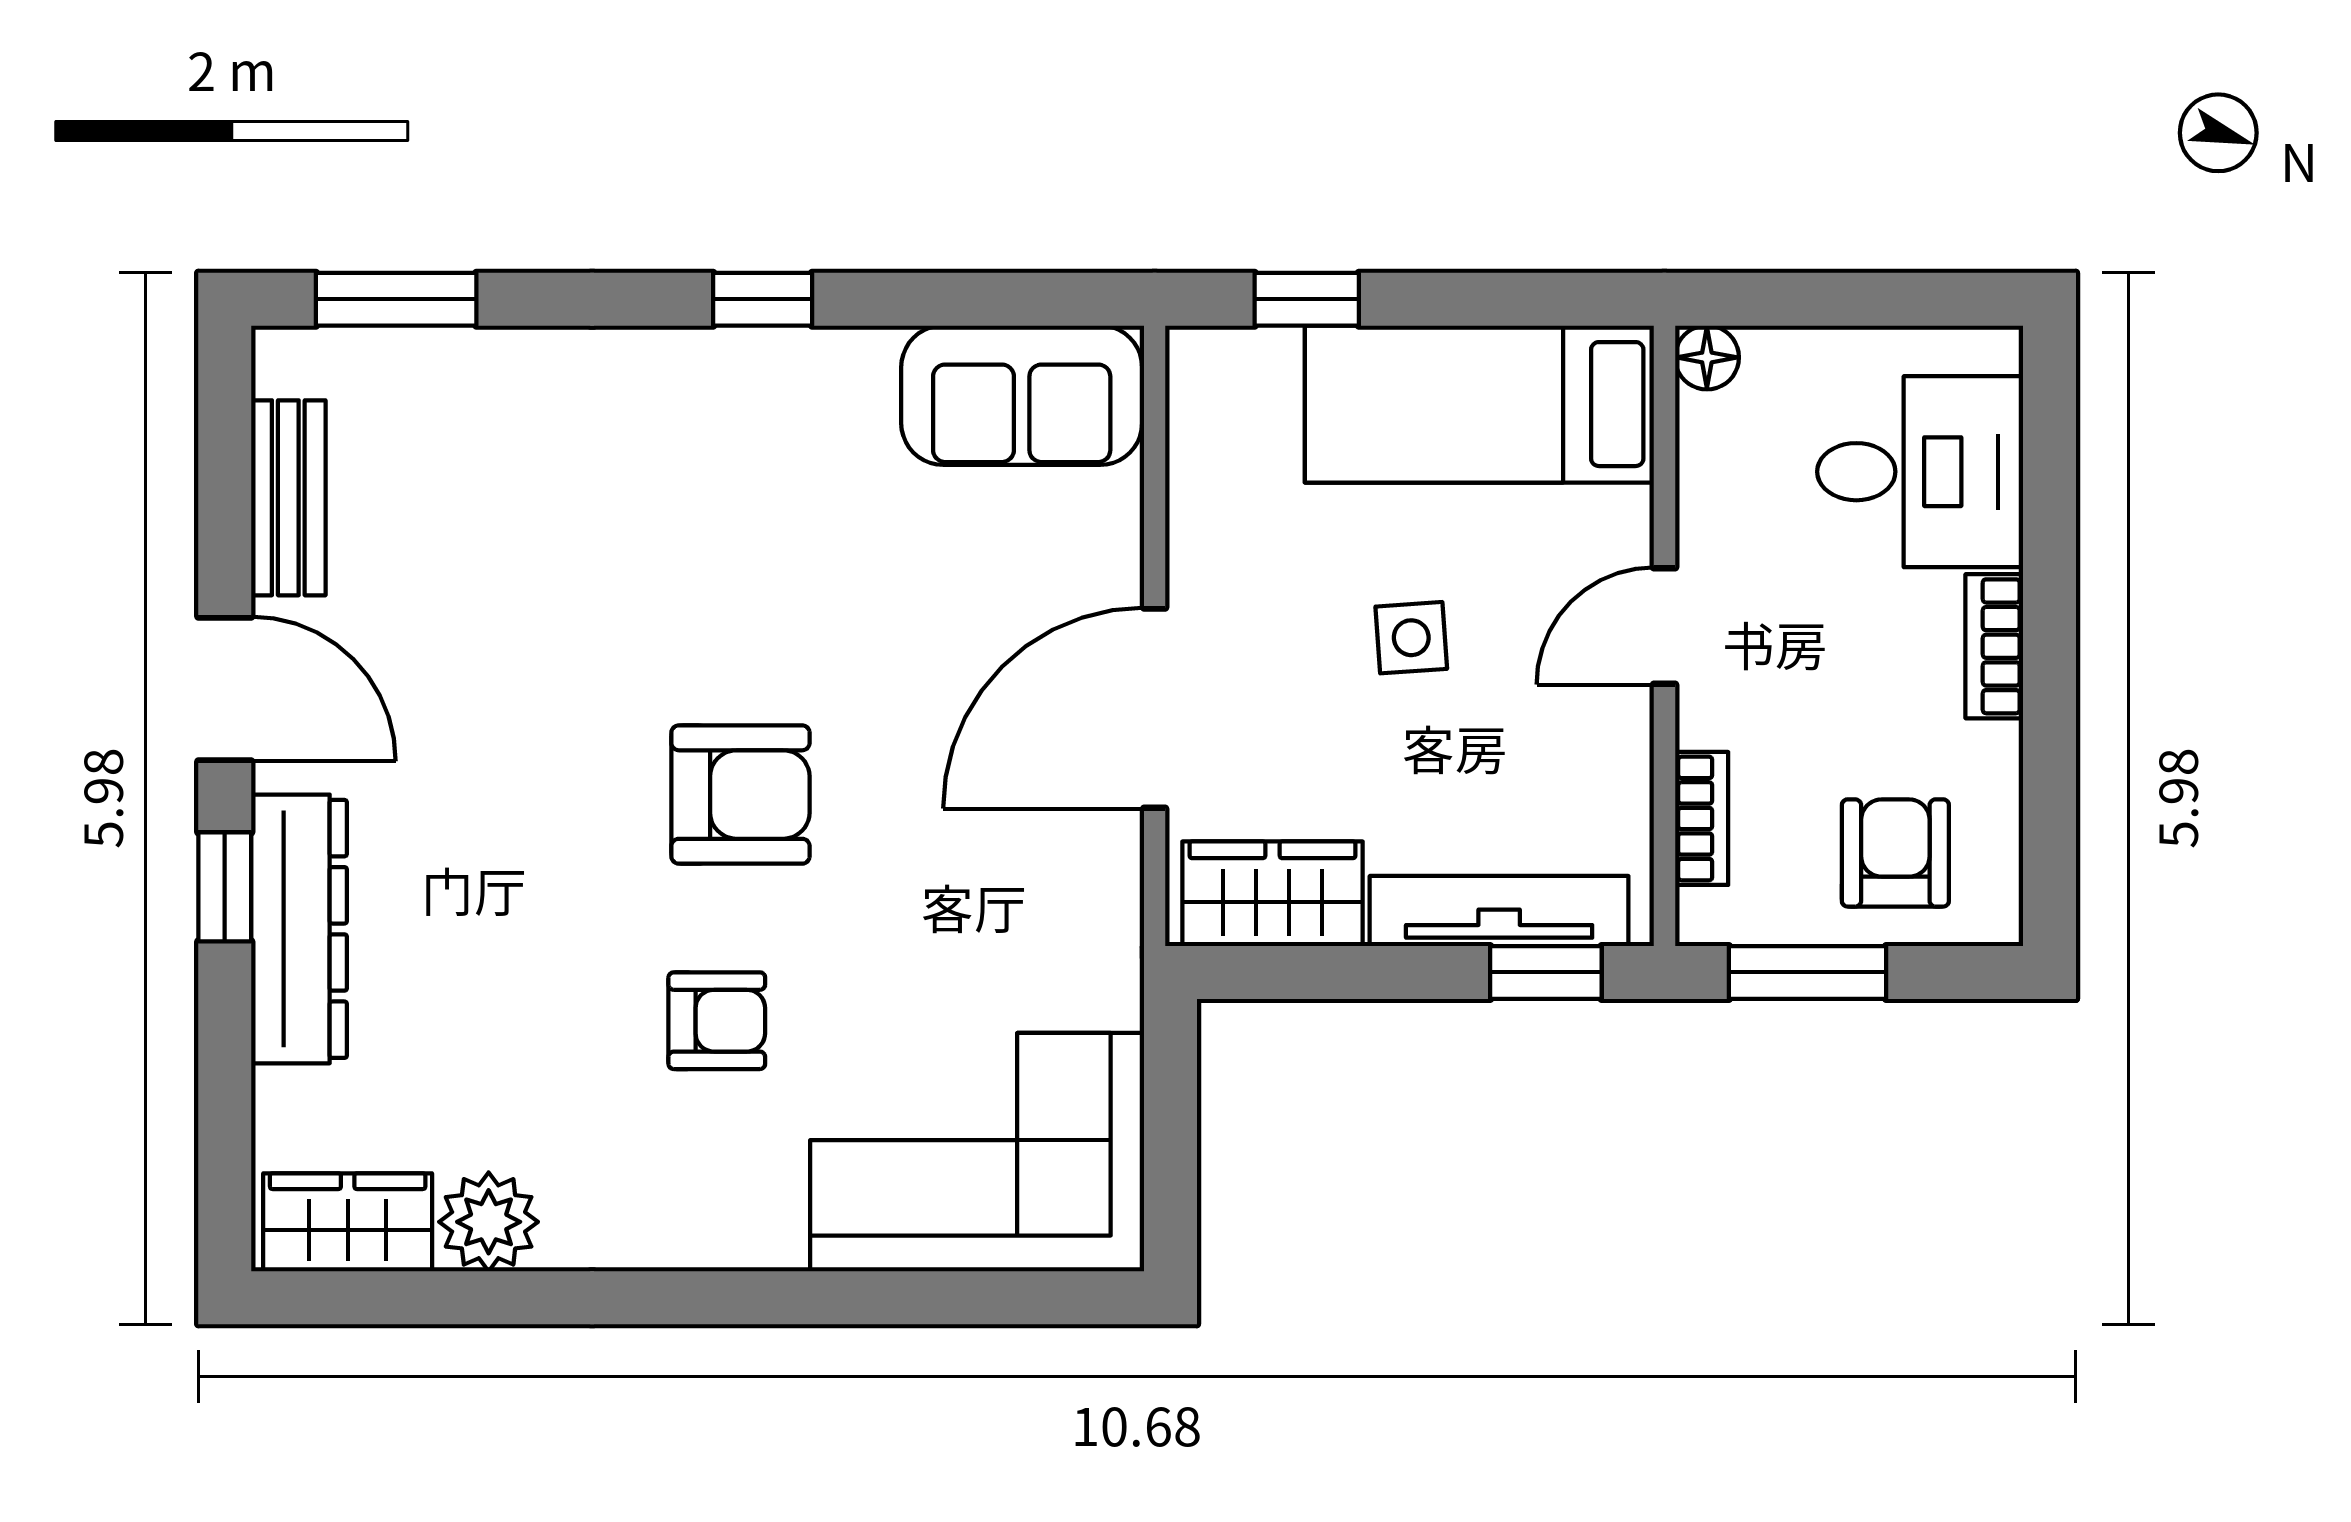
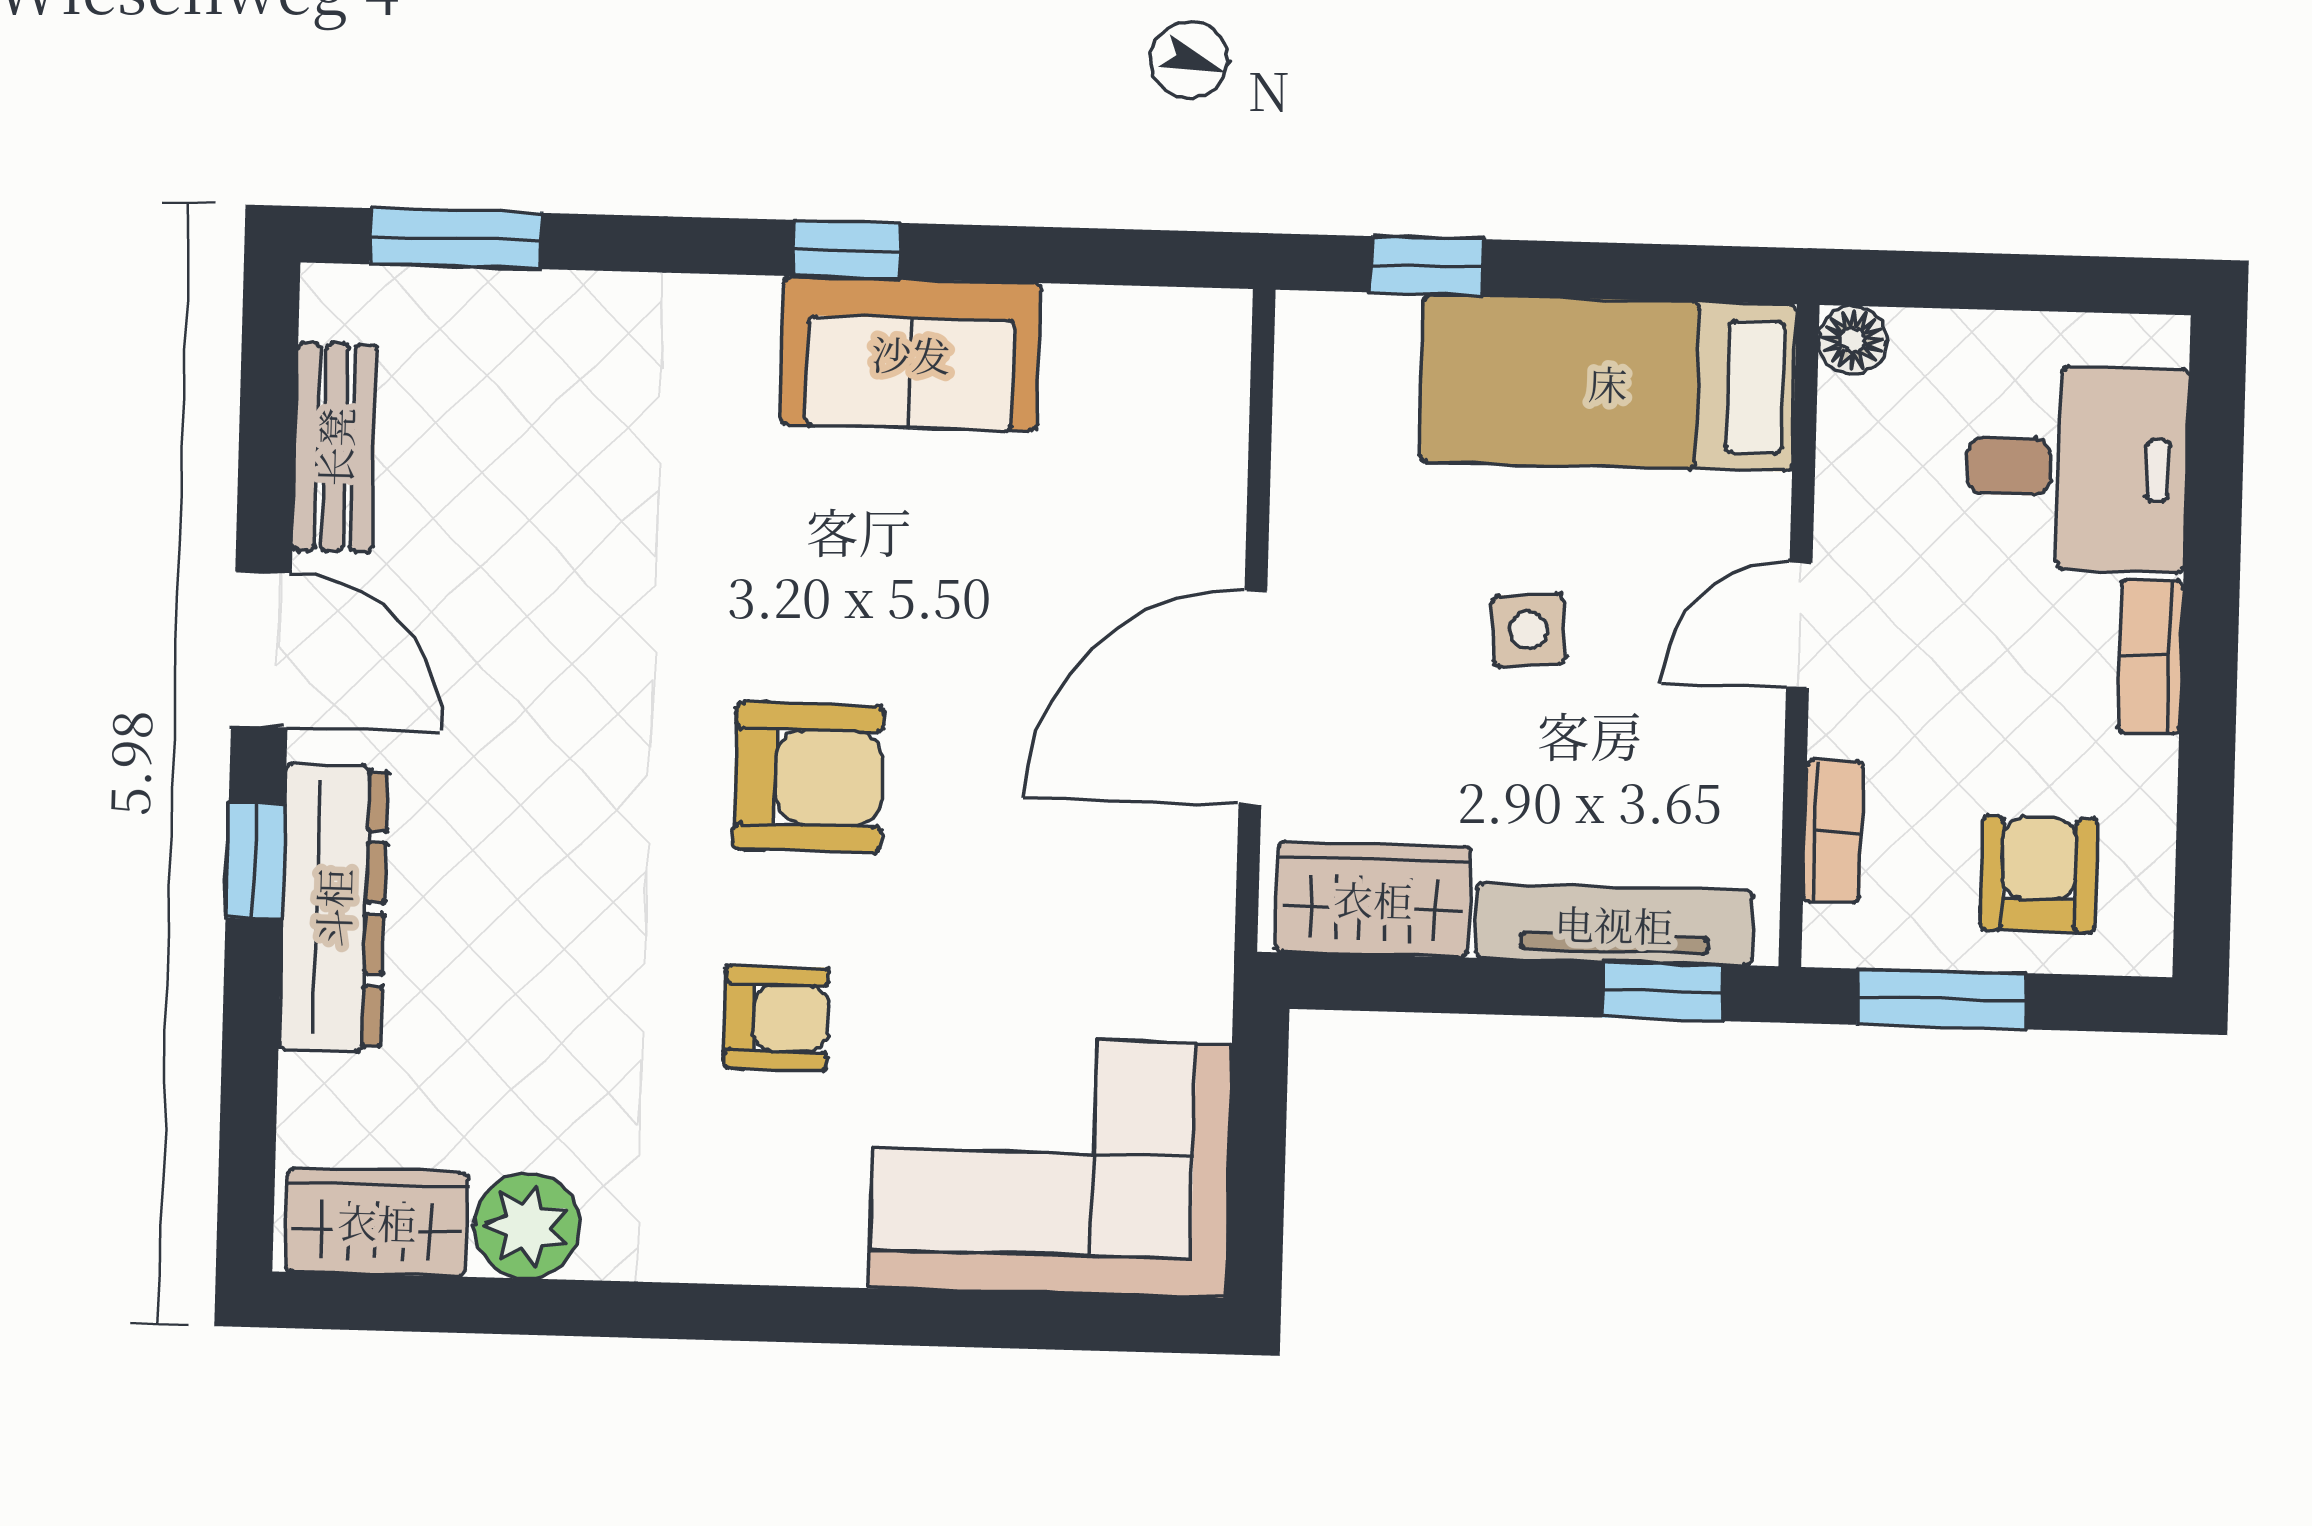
sofa: (1022, 395) -> (911, 354), moved

